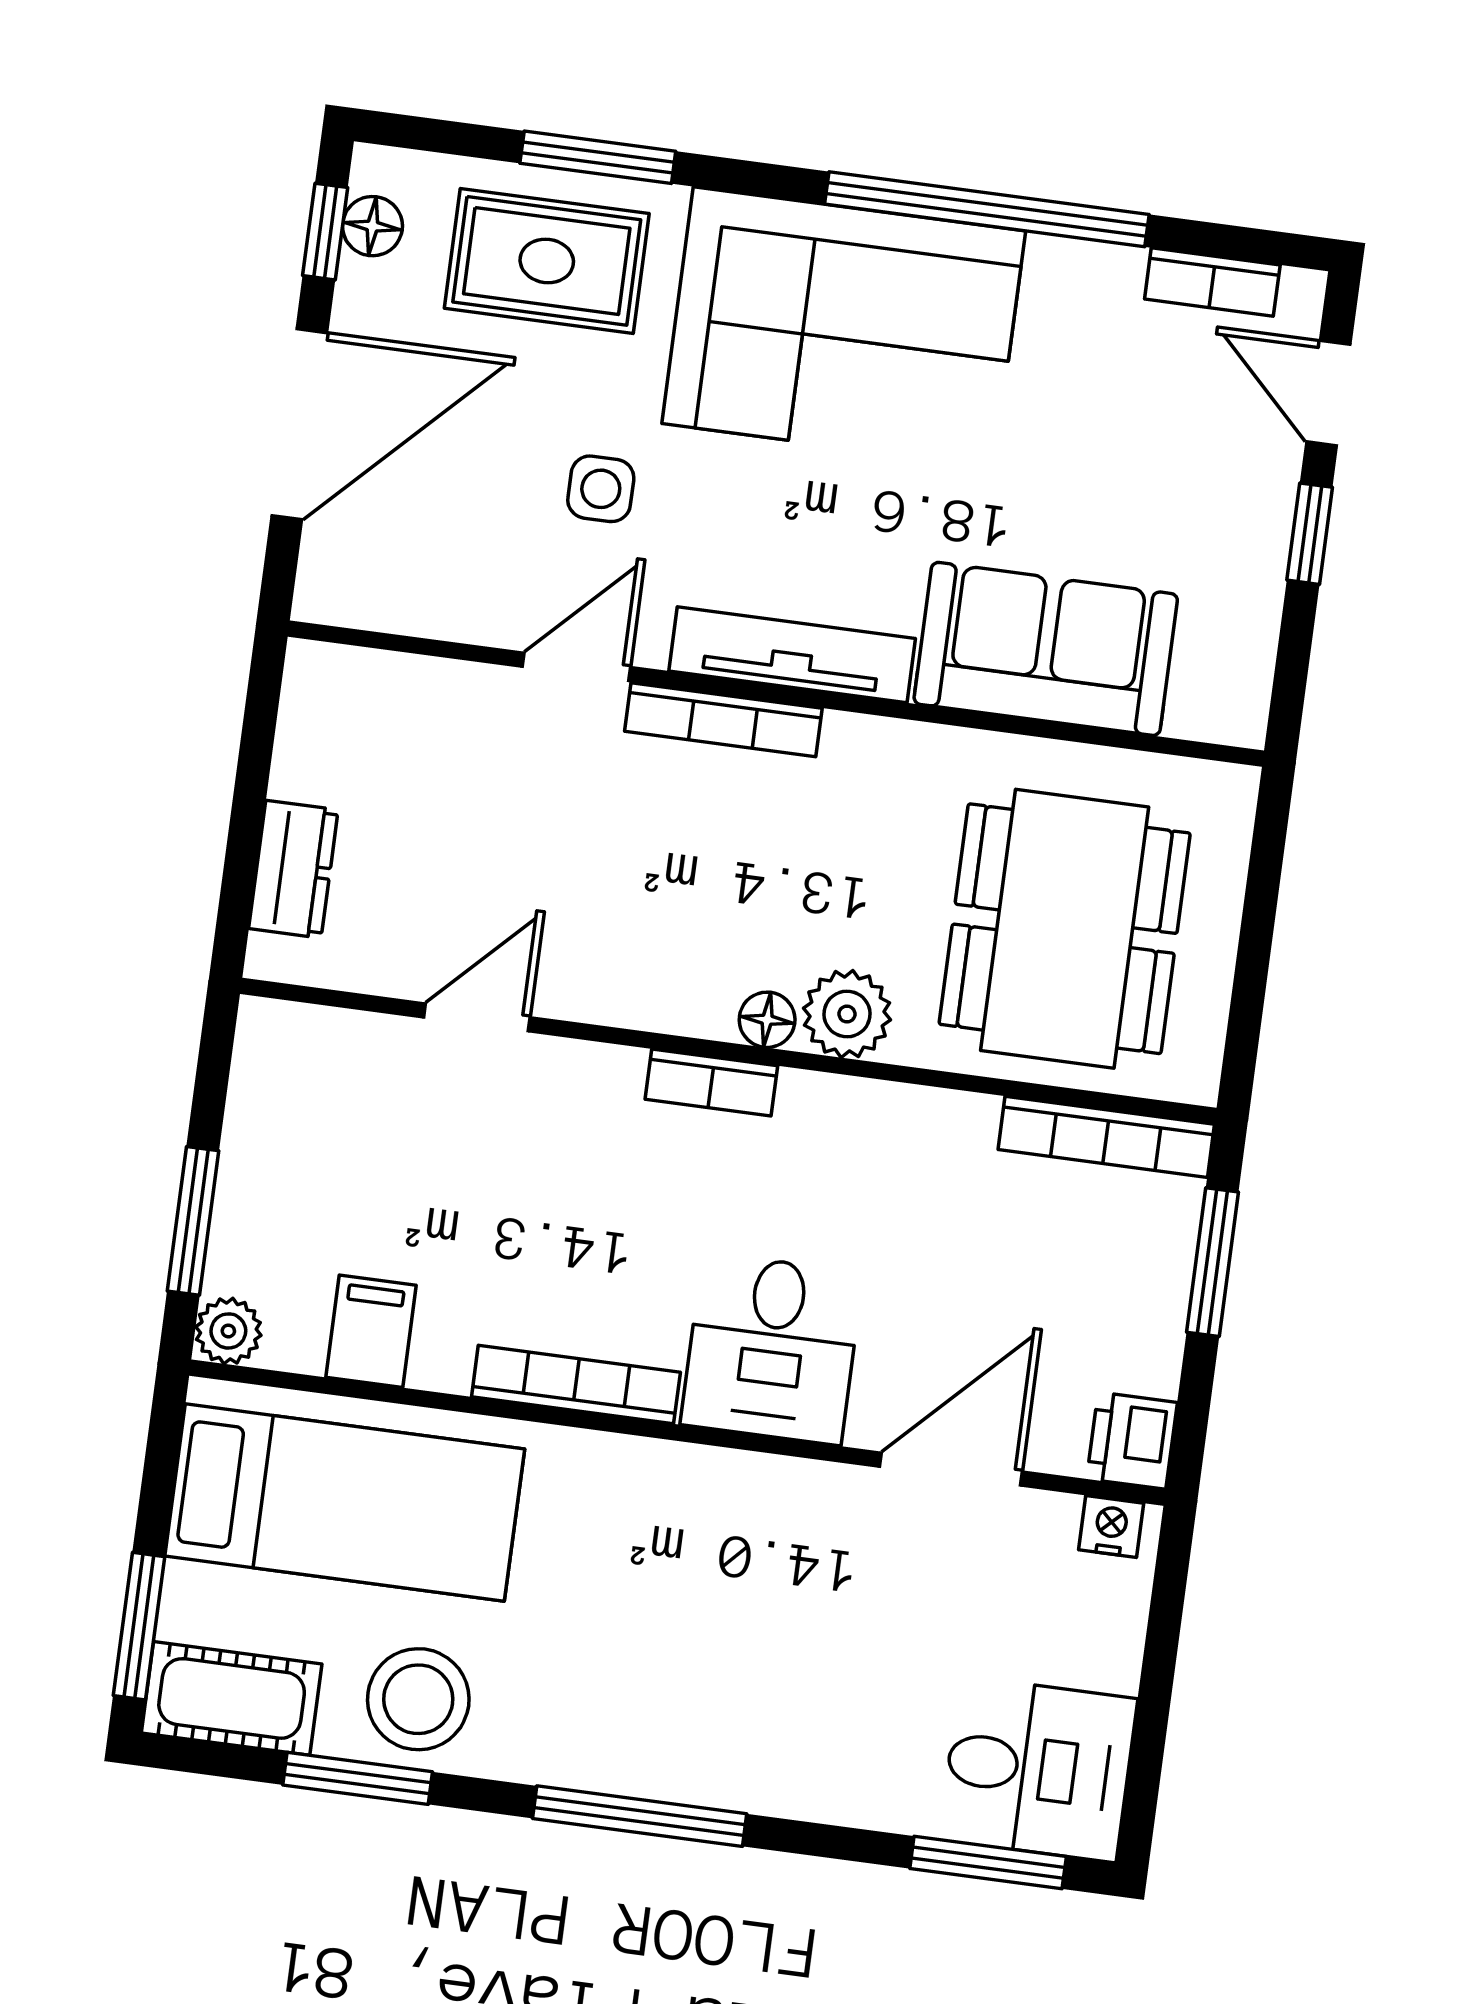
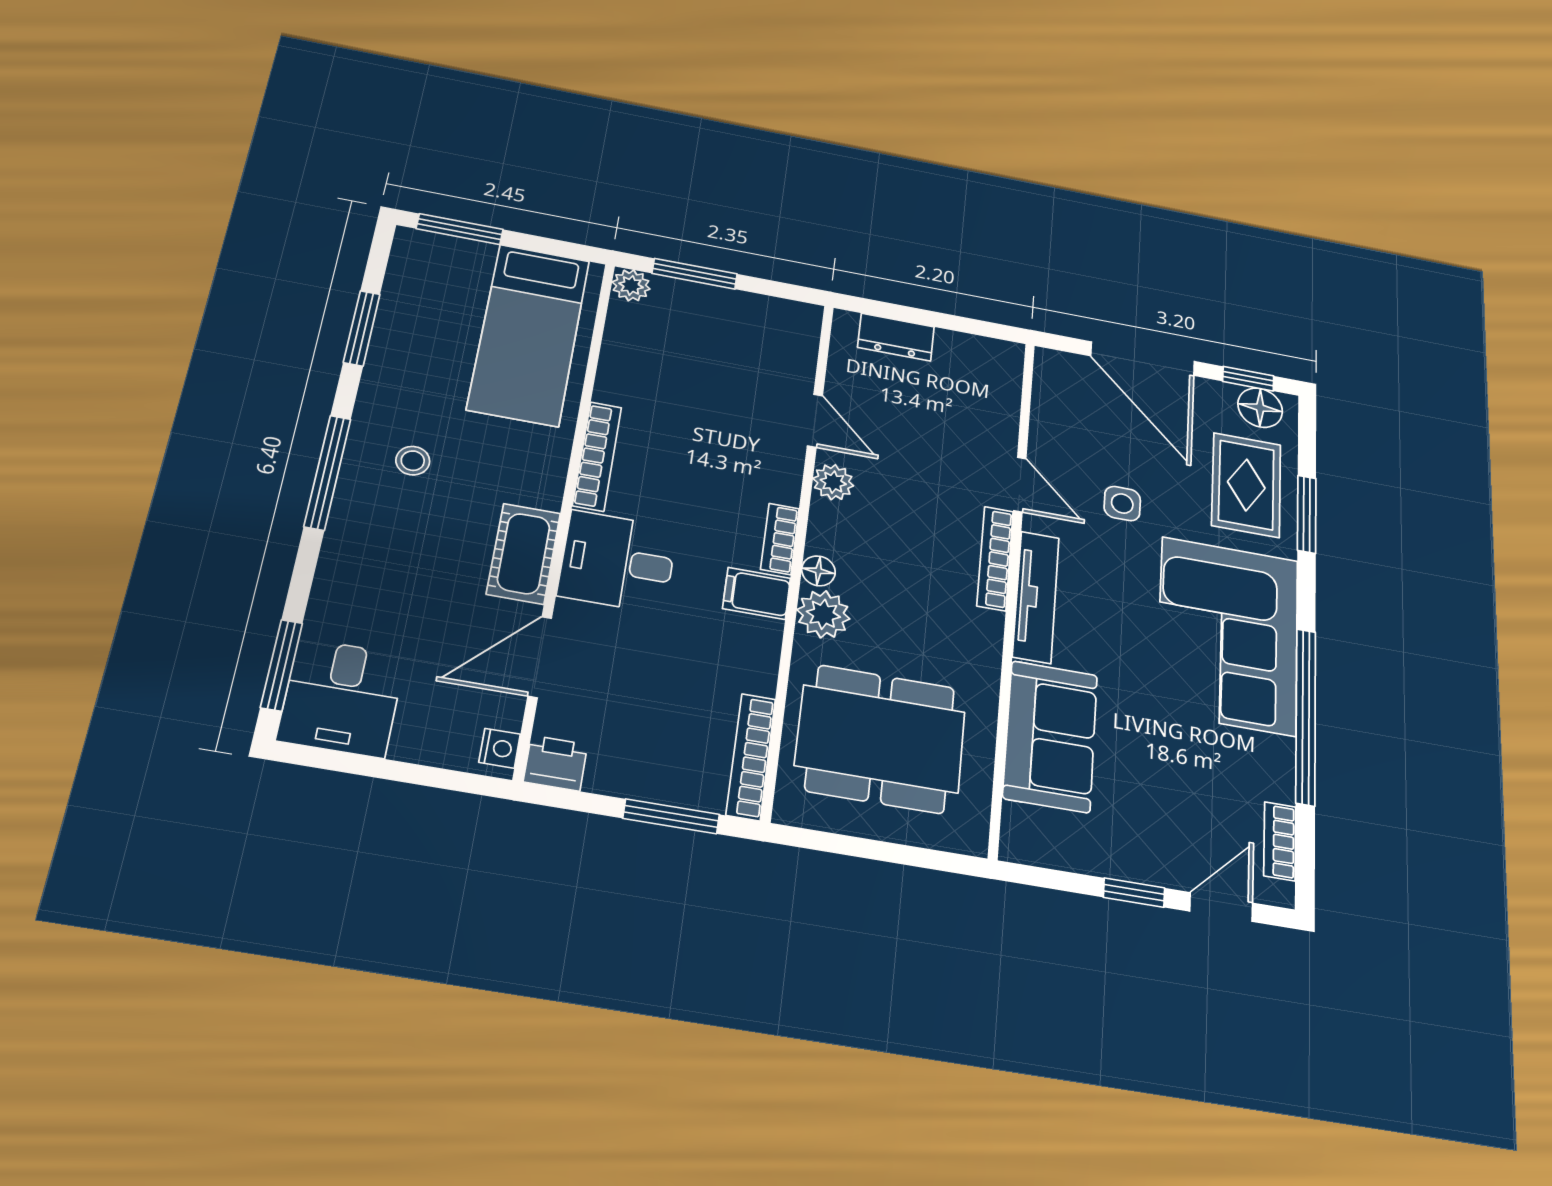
floor lamp: (372, 226) -> (1260, 408), width x1.37, depth x1.37
plant: (596, 990) -> (833, 482), added
filing cabinet: (371, 1331) -> (757, 593), moved, turned 180
door: (951, 1469) -> (540, 657), swing flipped
cot: (232, 1698) -> (524, 554), moved
stool: (418, 1699) -> (413, 461), moved, width x0.53, depth x0.53

